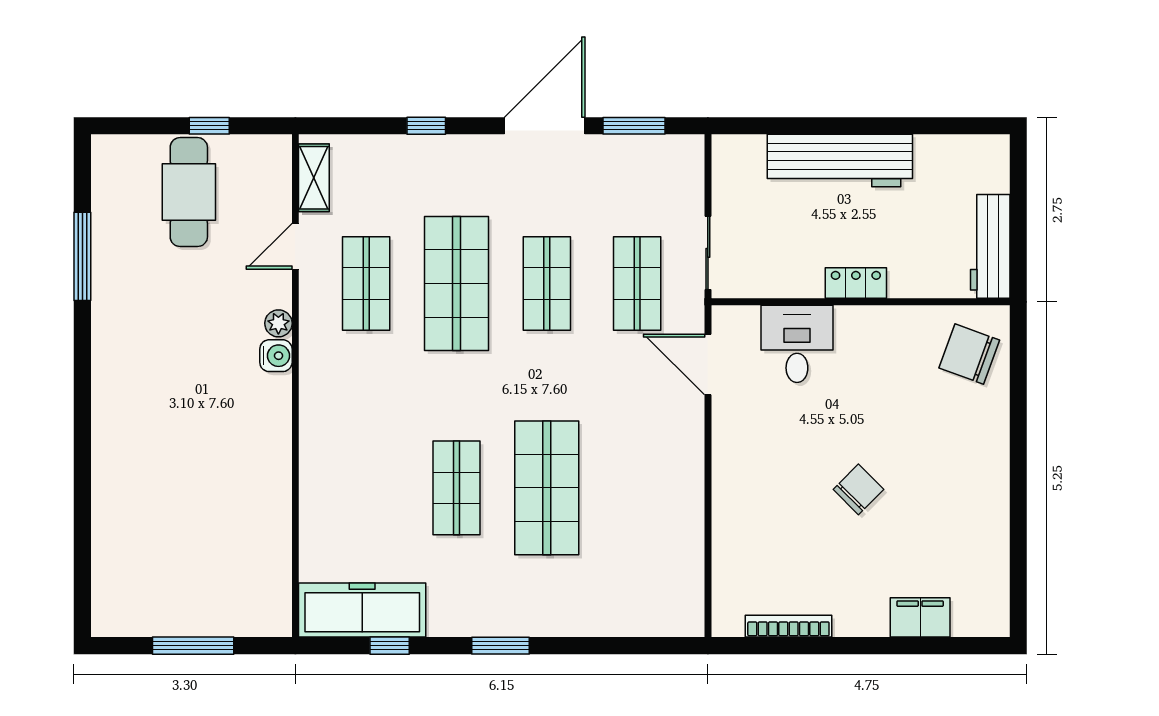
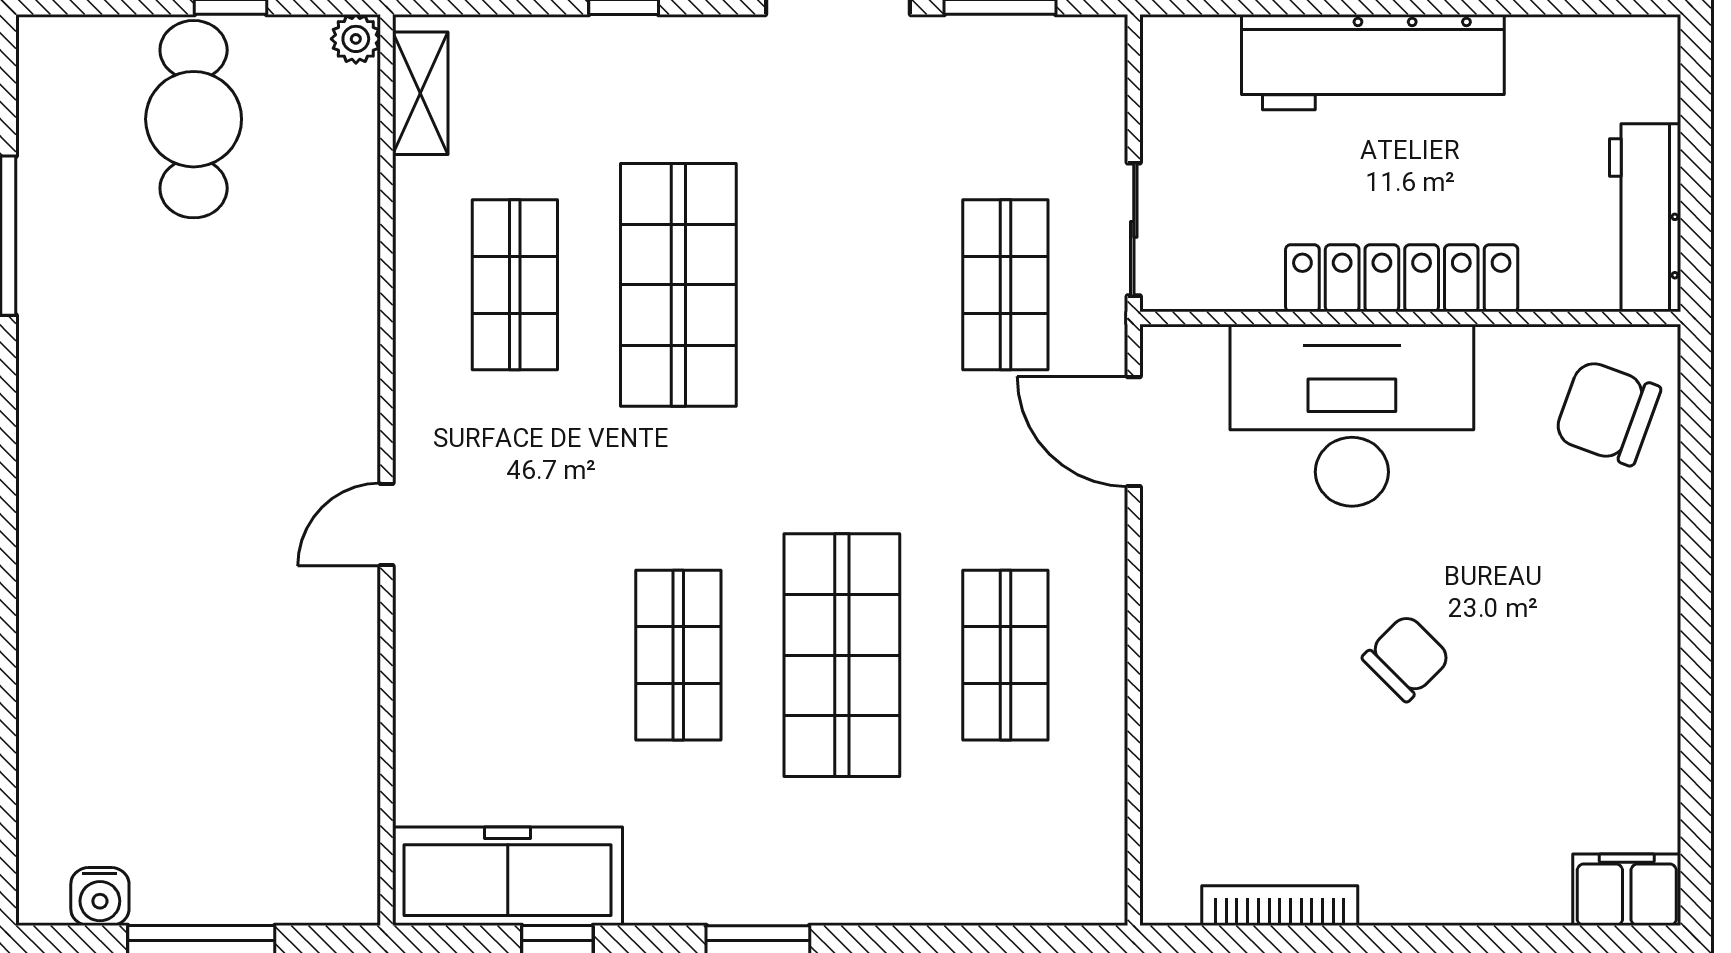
door: (295, 246) -> (386, 525), moved
shop shelf: (547, 283) -> (1005, 655), moved
locker: (856, 283) -> (1402, 278), width x2.16, depth x1.21
plant: (278, 323) -> (356, 39), moved
desk: (797, 344) -> (1352, 415), width x1.87, depth x1.30
water cooler: (276, 356) -> (100, 897), moved, turned 90
filing cabinet: (920, 617) -> (1627, 890), moved

